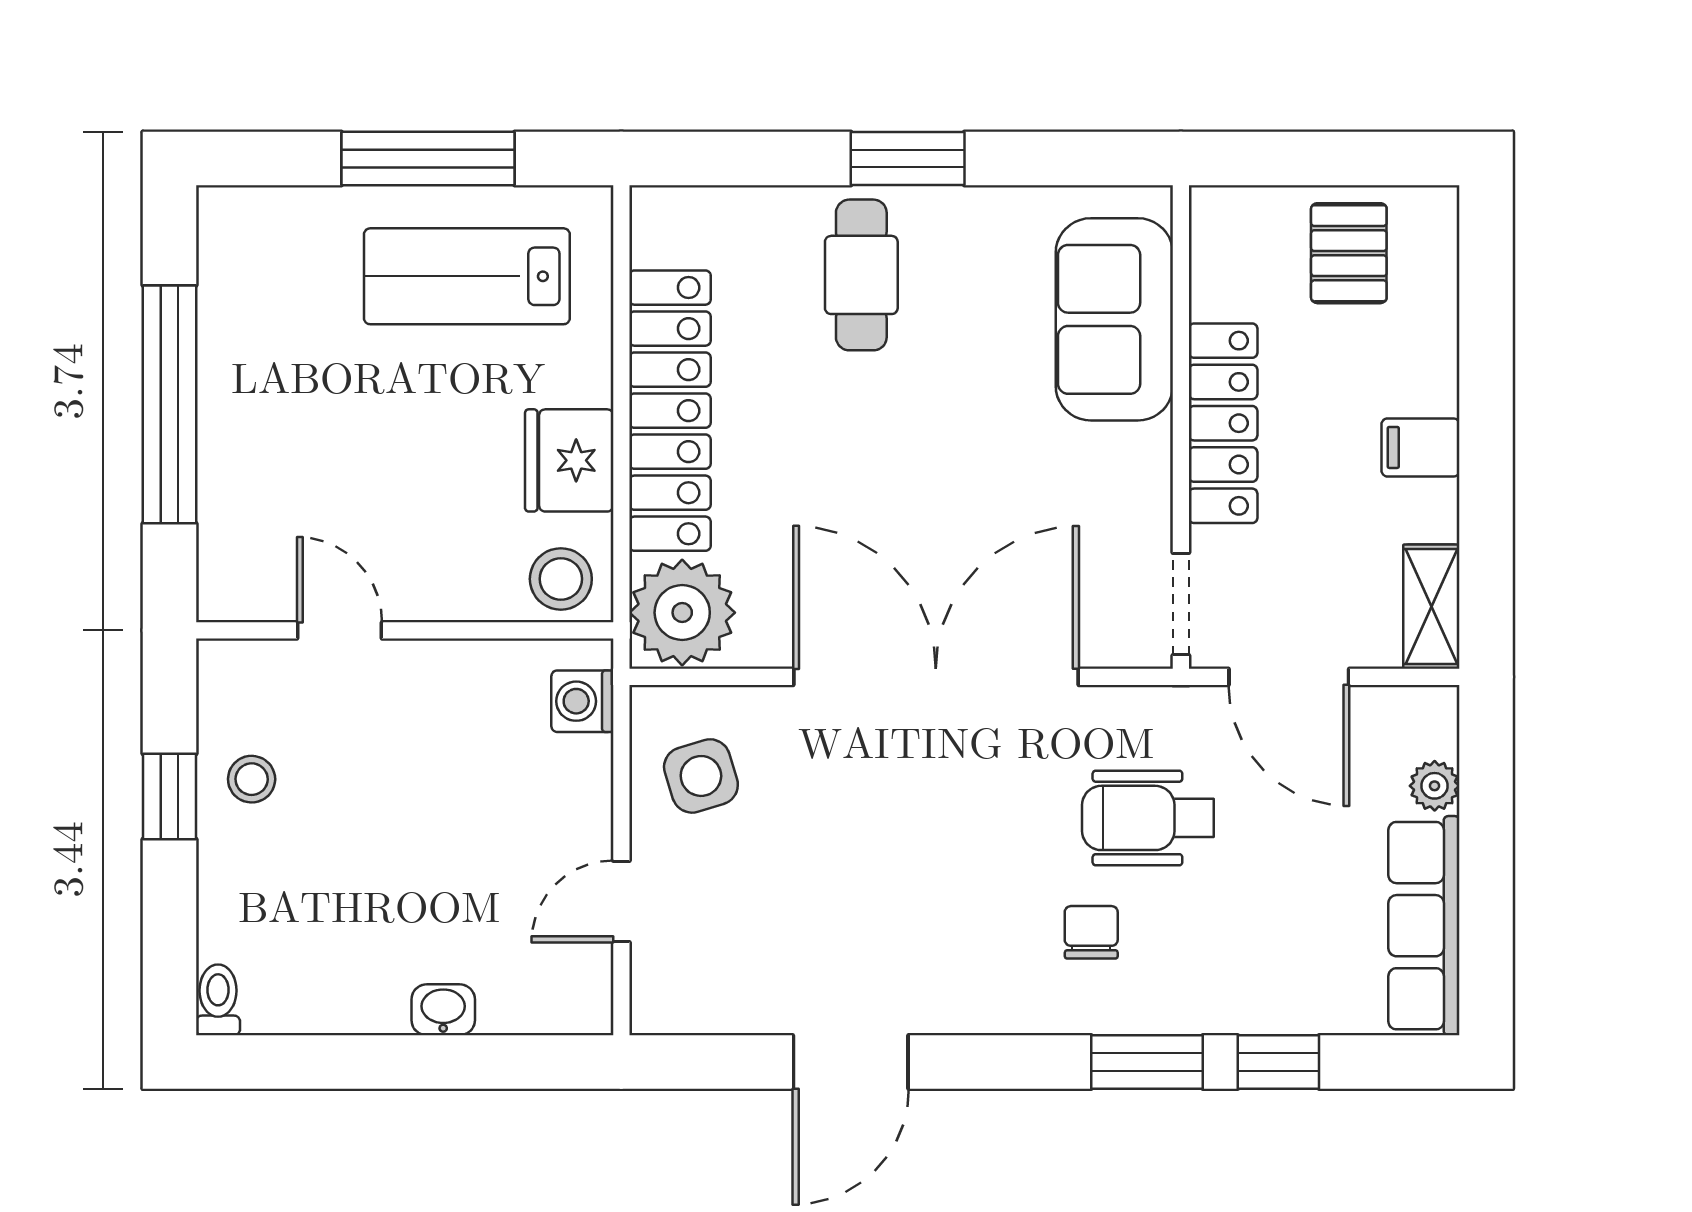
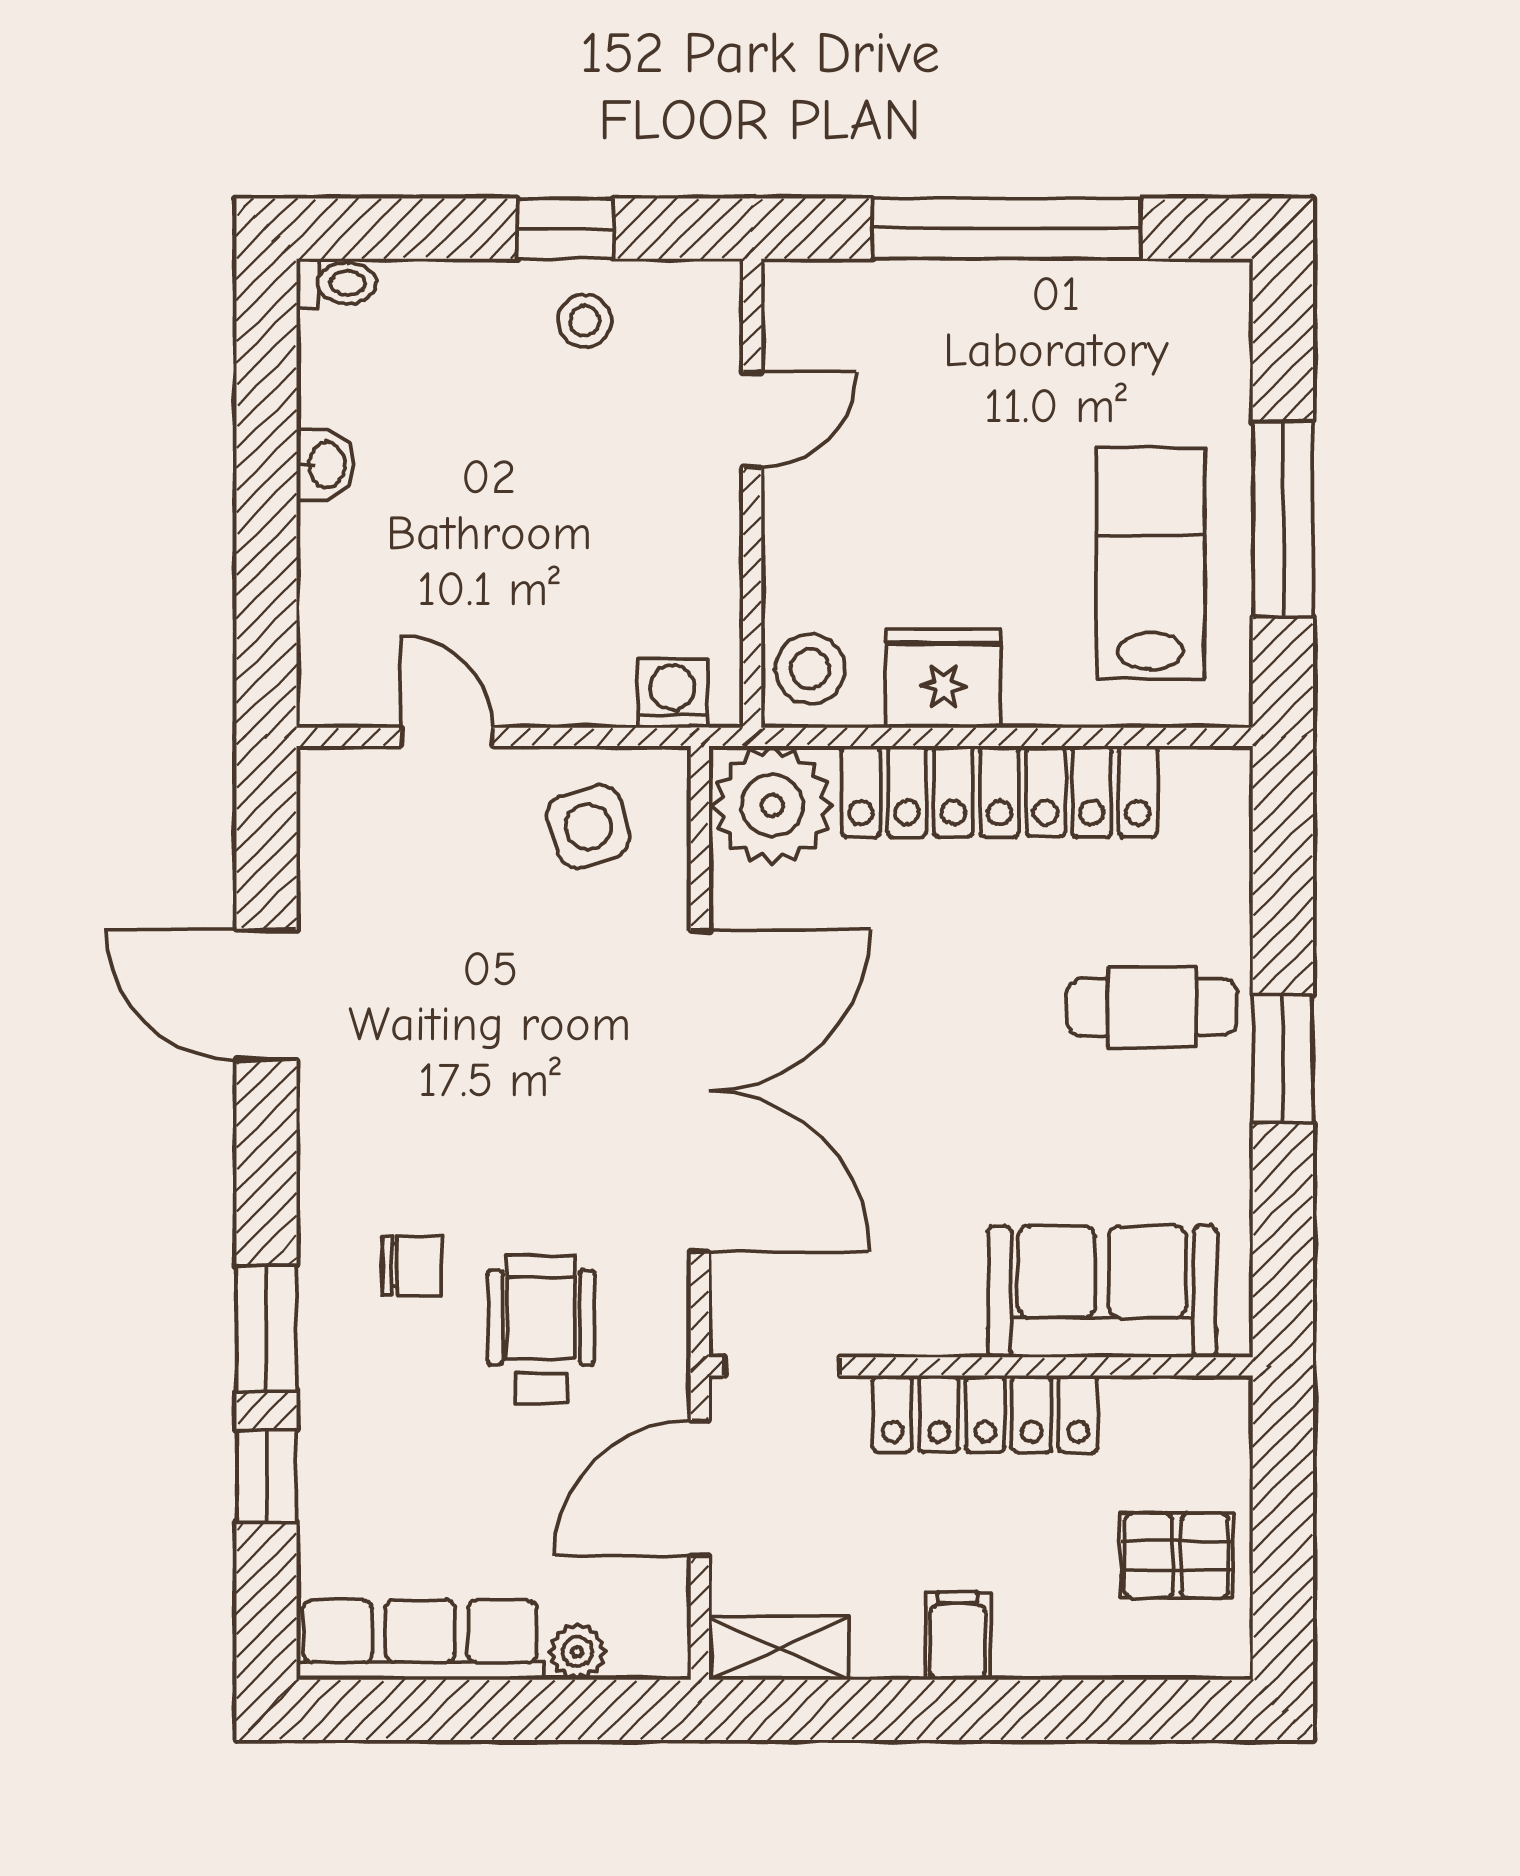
washbasin: (443, 1010) -> (325, 465), moved

